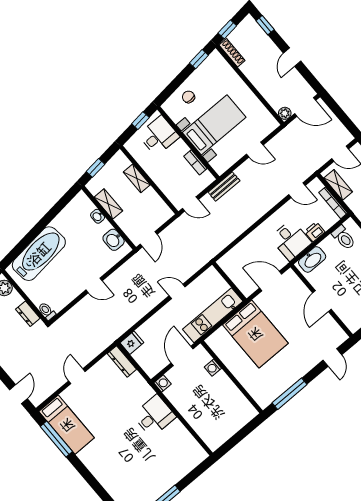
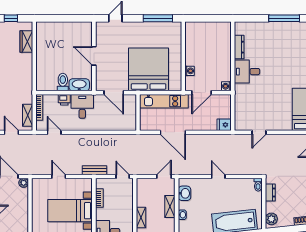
shelving: (108, 204) -> (170, 206), moved
toilet: (344, 238) -> (63, 82), moved
door: (177, 291) -> (173, 132), width x1.88
door: (322, 301) -> (94, 56), swing flipped
bed: (255, 334) -> (149, 69), width x1.36
dresser: (122, 361) -> (239, 47), moved
door: (77, 376) -> (259, 132), moved

